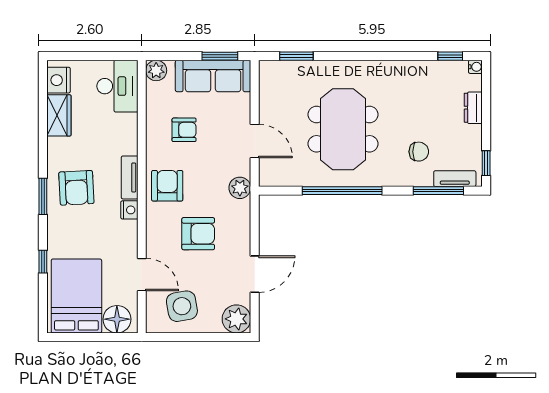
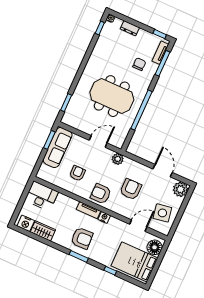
plant: (156, 70) -> (42, 174), removed

